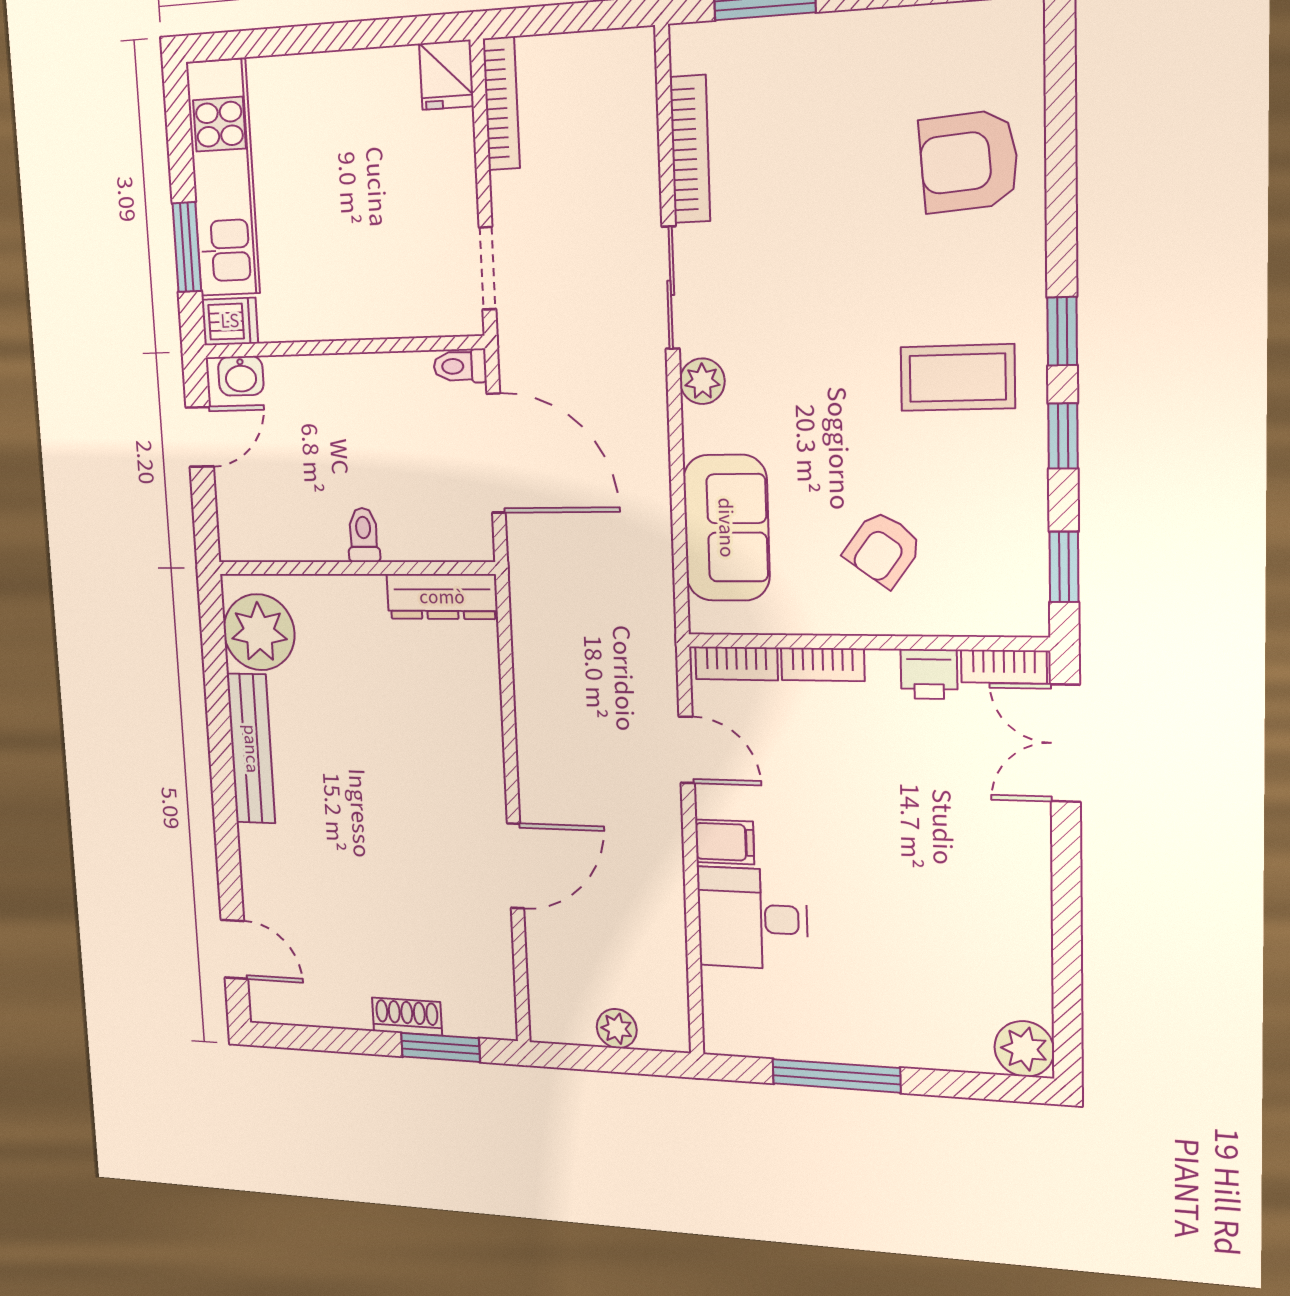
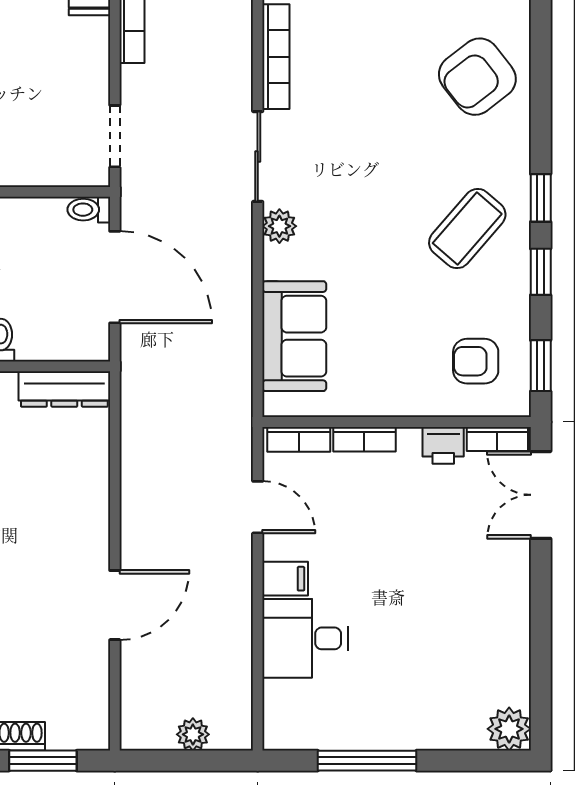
armchair: (969, 161) -> (477, 77), turned -34
coffee table: (958, 378) -> (467, 229), turned -49
armchair: (883, 549) -> (476, 361), moved, turned 54

